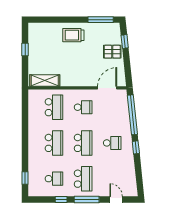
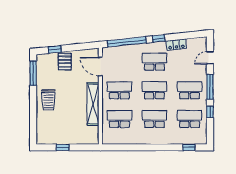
shelving: (45, 80) -> (93, 104), moved, width x1.47
school desk: (83, 107) -> (119, 90), width x1.85
school desk: (112, 143) -> (154, 62), width x1.85
locker: (130, 165) -> (176, 45), added
school desk: (54, 179) -> (190, 119), width x1.85

